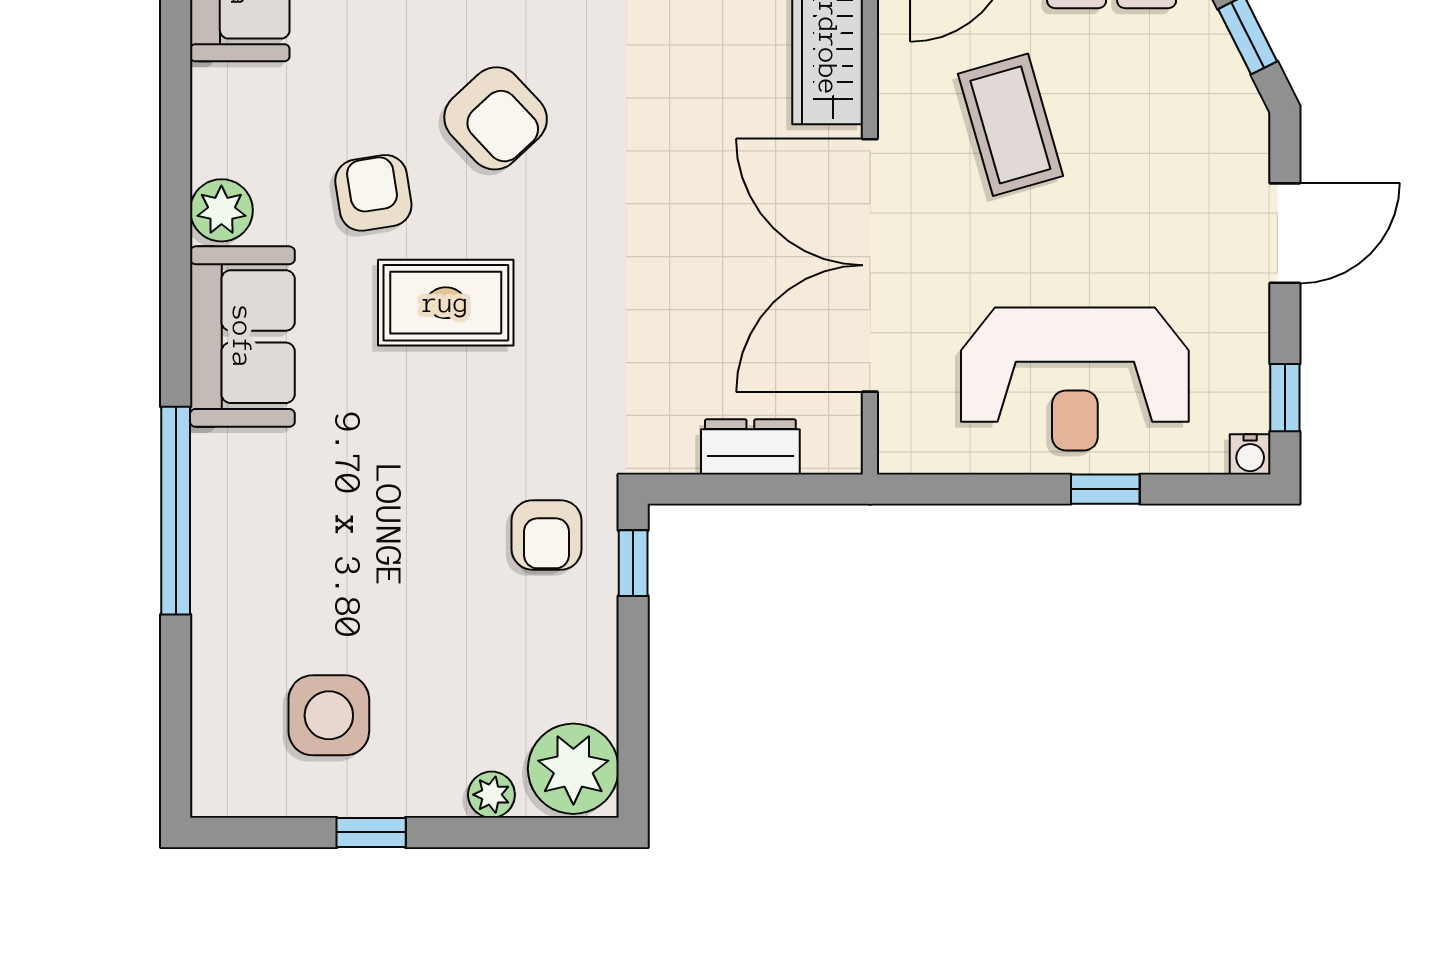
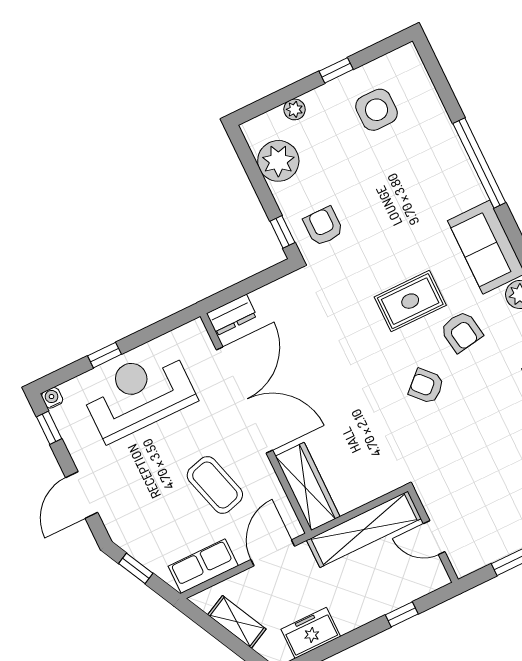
armchair: (496, 118) -> (426, 386), width x0.72, depth x0.72
dresser: (750, 447) -> (232, 315), moved
plant: (573, 769) -> (278, 161), moved

